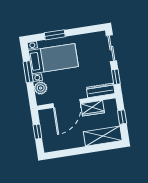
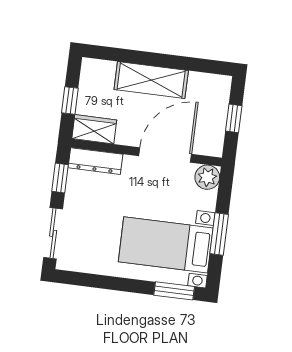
window: (55, 35) -> (174, 291), moved
plant: (41, 88) -> (207, 177), moved
wardrobe: (93, 108) -> (94, 129), moved
shelving: (103, 136) -> (151, 80), moved

